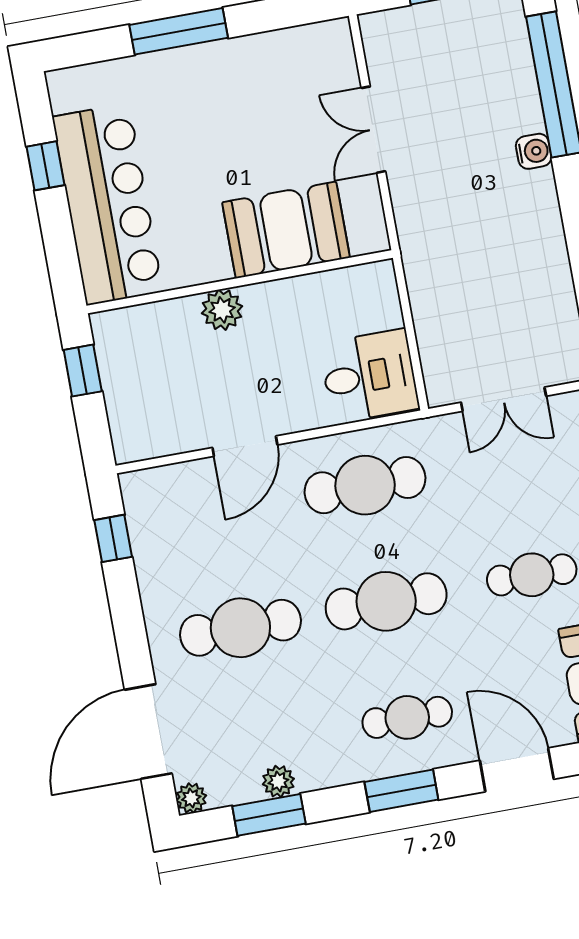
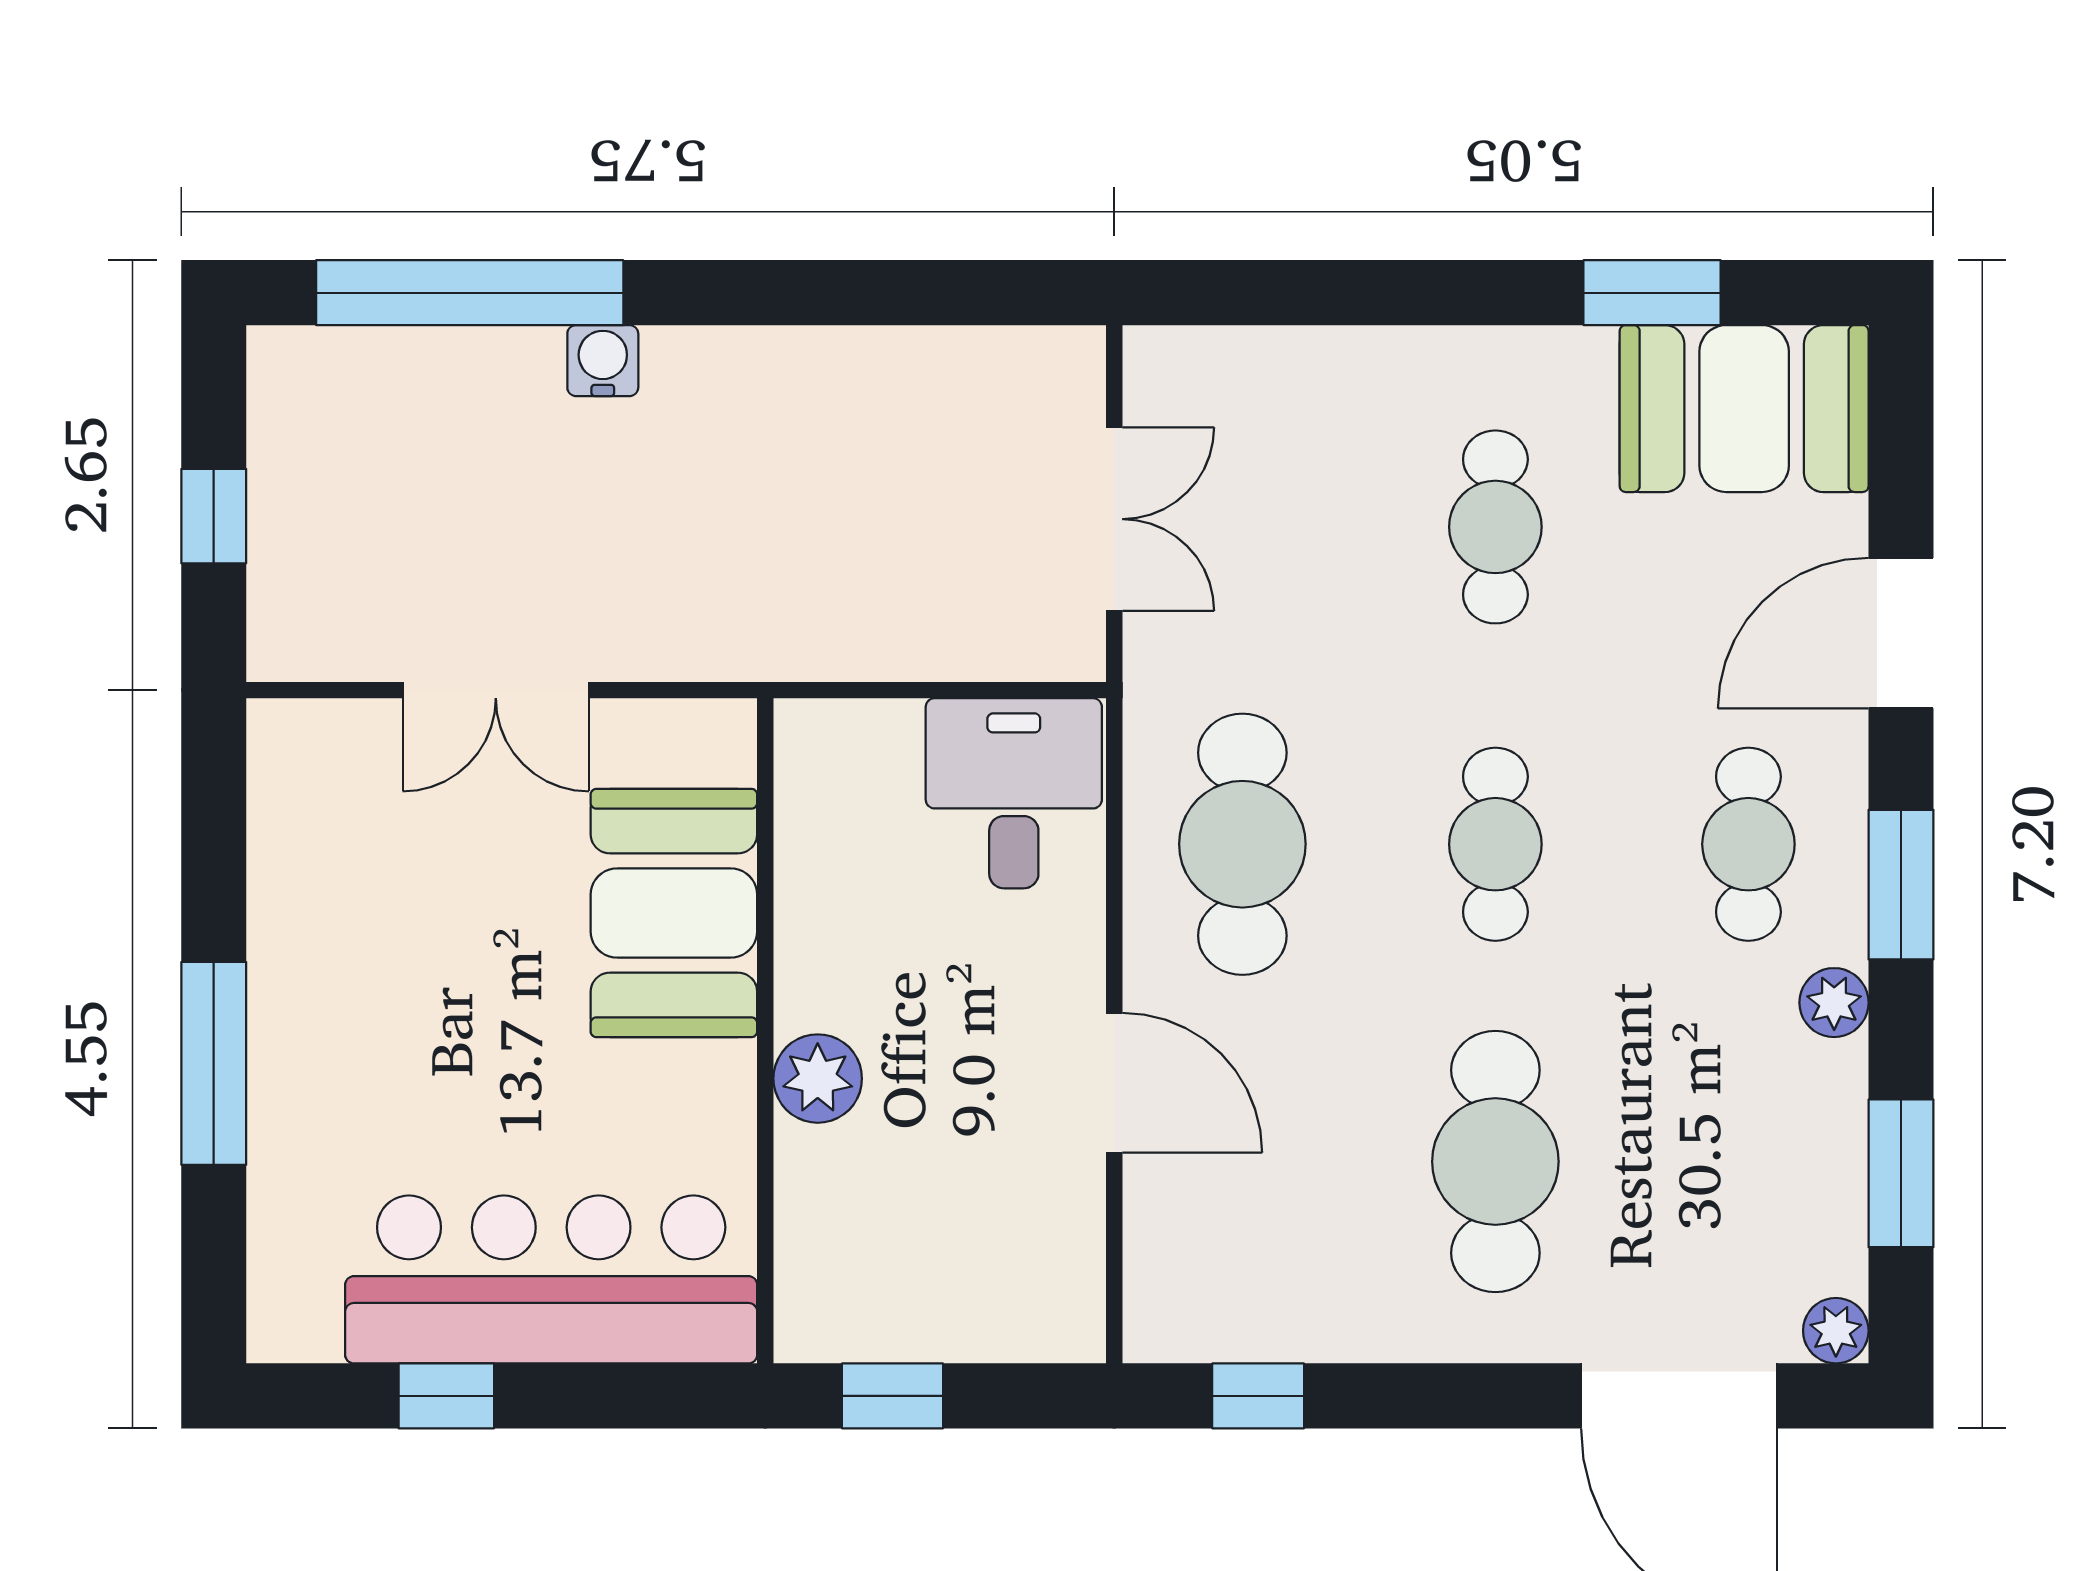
cafe table: (386, 601) -> (1495, 844), width x0.73, depth x0.74
plant: (278, 781) -> (1834, 1003), moved

